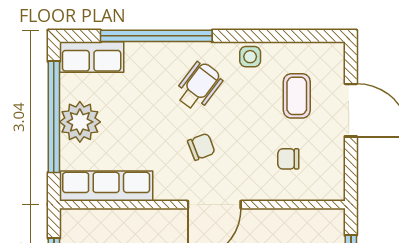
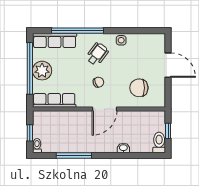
row of seats: (92, 57) -> (55, 40), width x1.48
coffee table: (297, 96) -> (143, 59), removed
chair: (288, 159) -> (139, 88), width x1.87, depth x1.87

